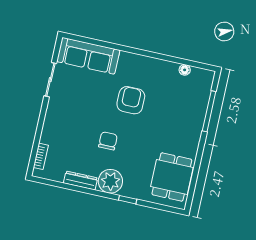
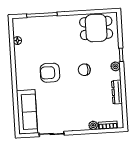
plant: (46, 137) -> (93, 125), added
chair: (108, 141) -> (84, 70), moved
plant: (110, 181) -> (115, 66), width x0.53, depth x0.53

